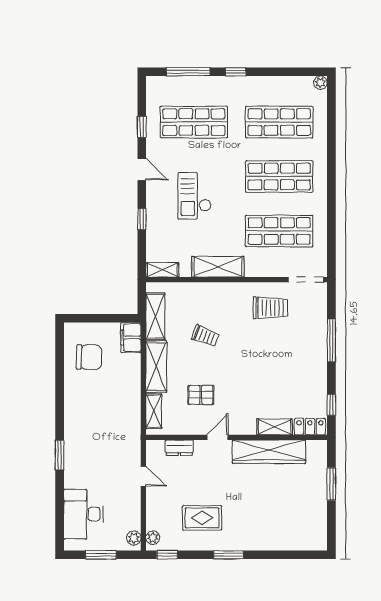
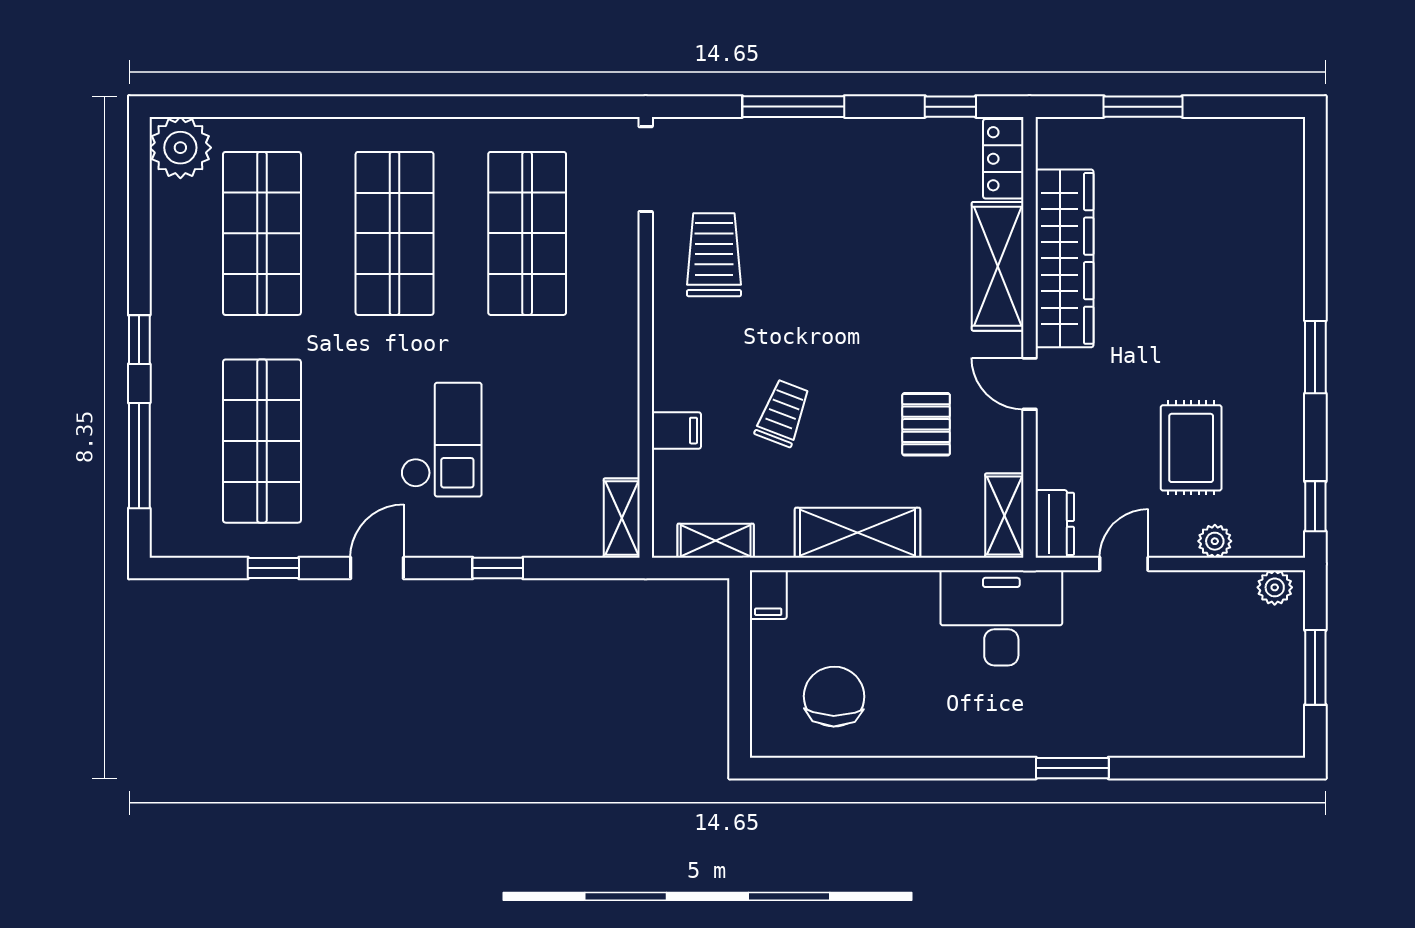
plant: (320, 83) -> (180, 148), width x1.88, depth x1.88
checkout: (195, 196) -> (441, 440), turned -90
shelving: (218, 267) -> (614, 383), removed
filing cabinet: (198, 292) -> (676, 431), added
shelving: (155, 316) -> (716, 541), width x0.67, depth x0.75
filing cabinet: (131, 338) -> (768, 595), width x0.50
shelving: (154, 411) -> (1004, 516), moved, turned 90
shelving: (275, 427) -> (998, 266), width x1.50, depth x1.33
dresser: (179, 448) -> (1055, 524), moved
desk: (83, 514) -> (1001, 618), moved, turned 180
rug: (202, 518) -> (1191, 448), moved
plant: (153, 538) -> (1215, 541), moved

